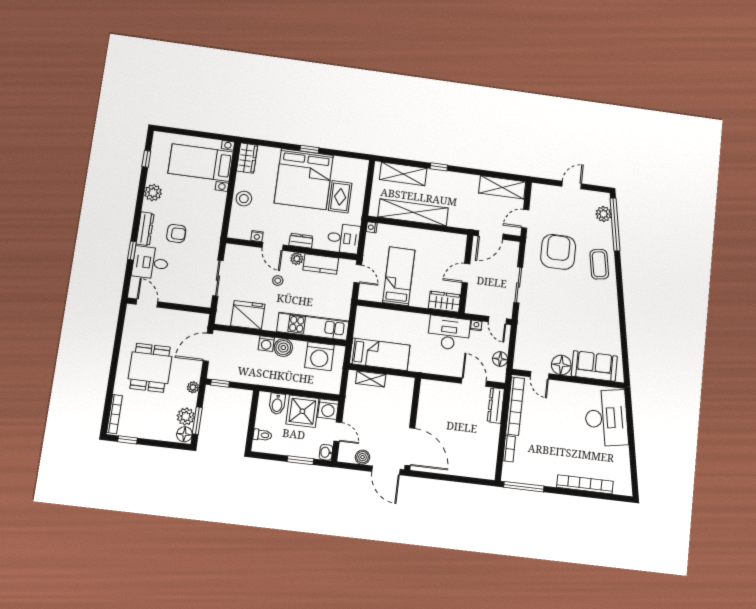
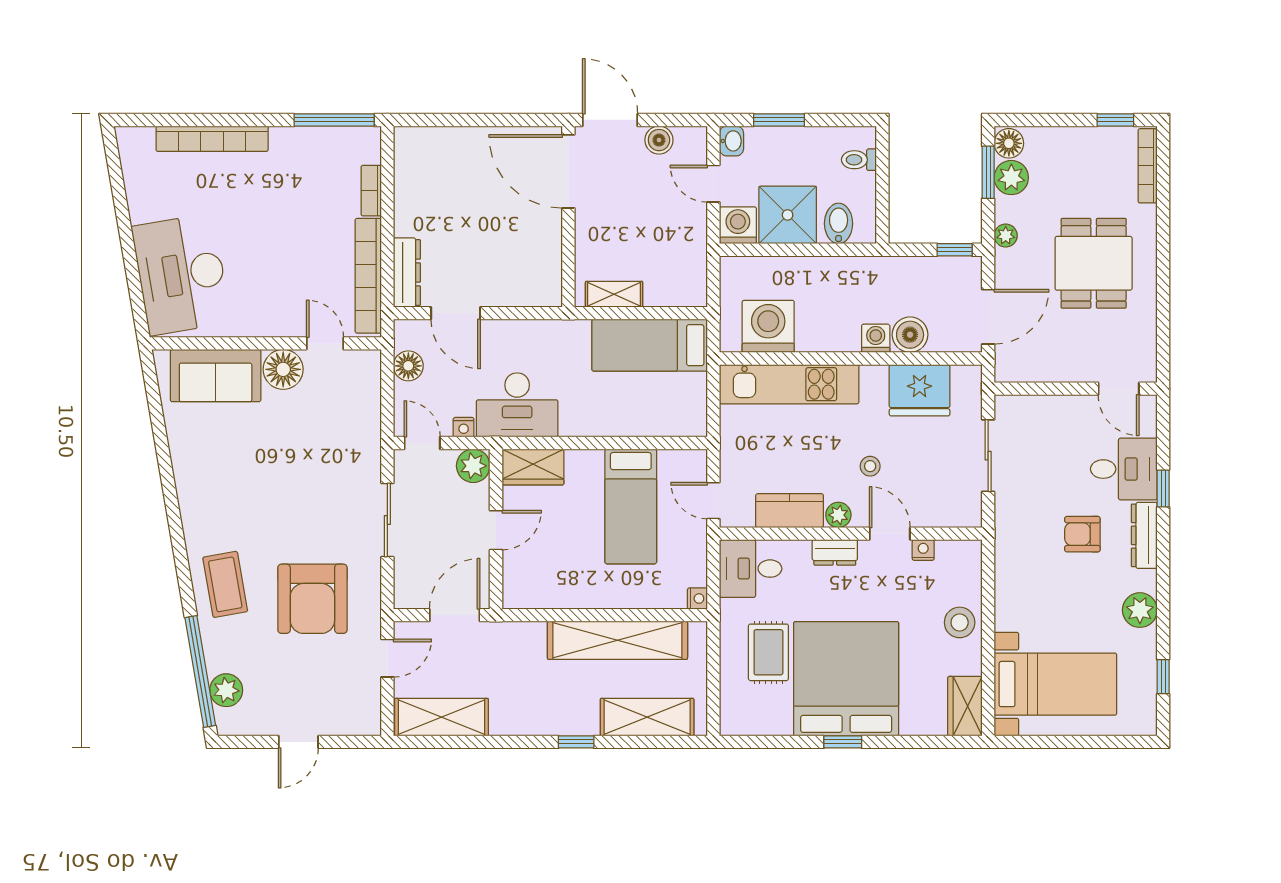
plant: (474, 306) -> (473, 466), added
boiler: (283, 348) -> (910, 335), moved
shelving: (371, 379) -> (614, 294), moved

